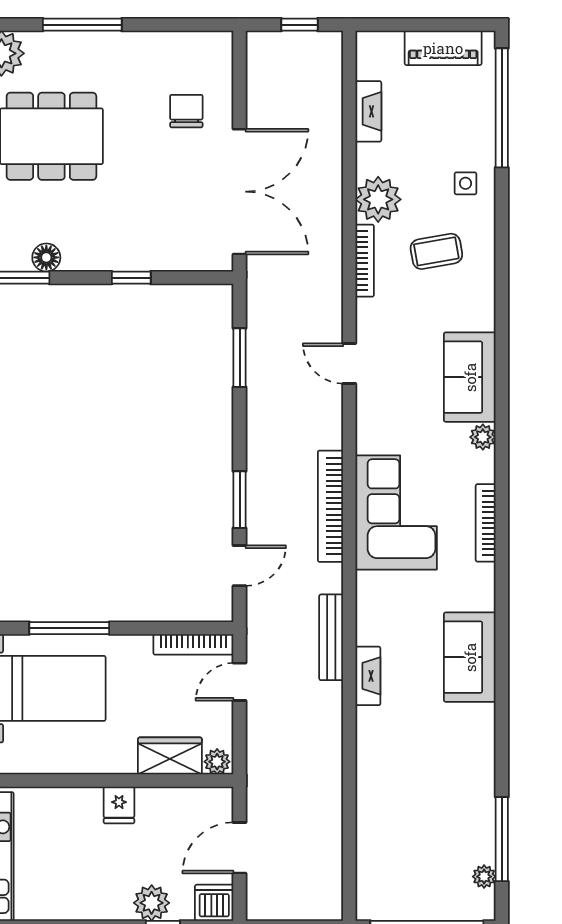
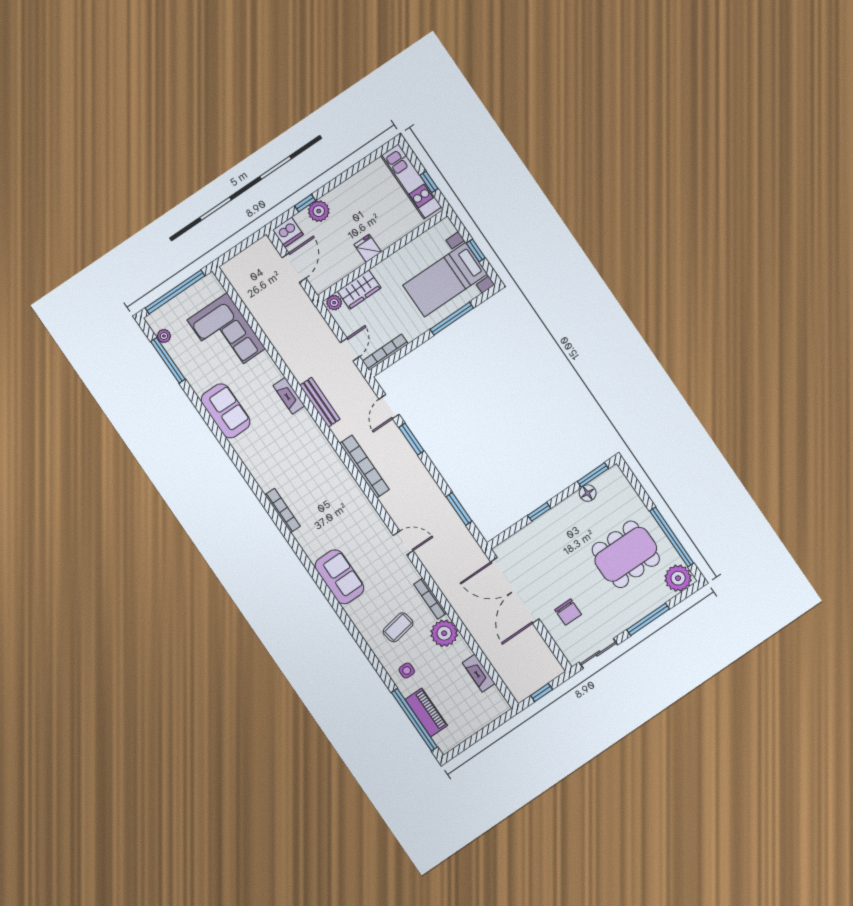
sliding door: (184, 25) -> (598, 654), added
piano: (443, 48) -> (426, 713), moved, turned 90
plant: (483, 437) -> (313, 552), removed
corner sofa: (396, 512) -> (226, 334), moved
sofa: (470, 657) -> (226, 411), moved

